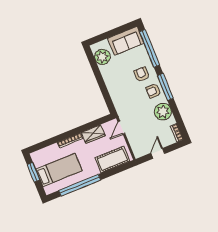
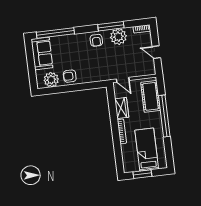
armchair: (142, 74) -> (70, 76), moved
window: (165, 87) -> (111, 26), moved
window: (80, 185) -> (164, 116), moved

